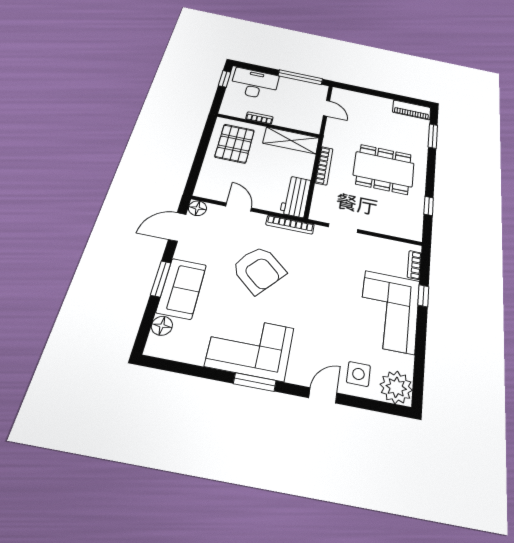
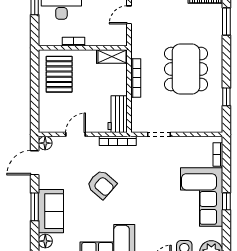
door: (327, 108) -> (129, 15), swing flipped
shelving: (291, 140) -> (112, 56), width x0.67, depth x0.75
dining table: (384, 169) -> (186, 69), turned 90
door: (239, 207) -> (76, 134), hinge flipped
armchair: (259, 270) -> (102, 184), width x0.73, depth x0.73
window: (423, 296) -> (226, 201), moved

